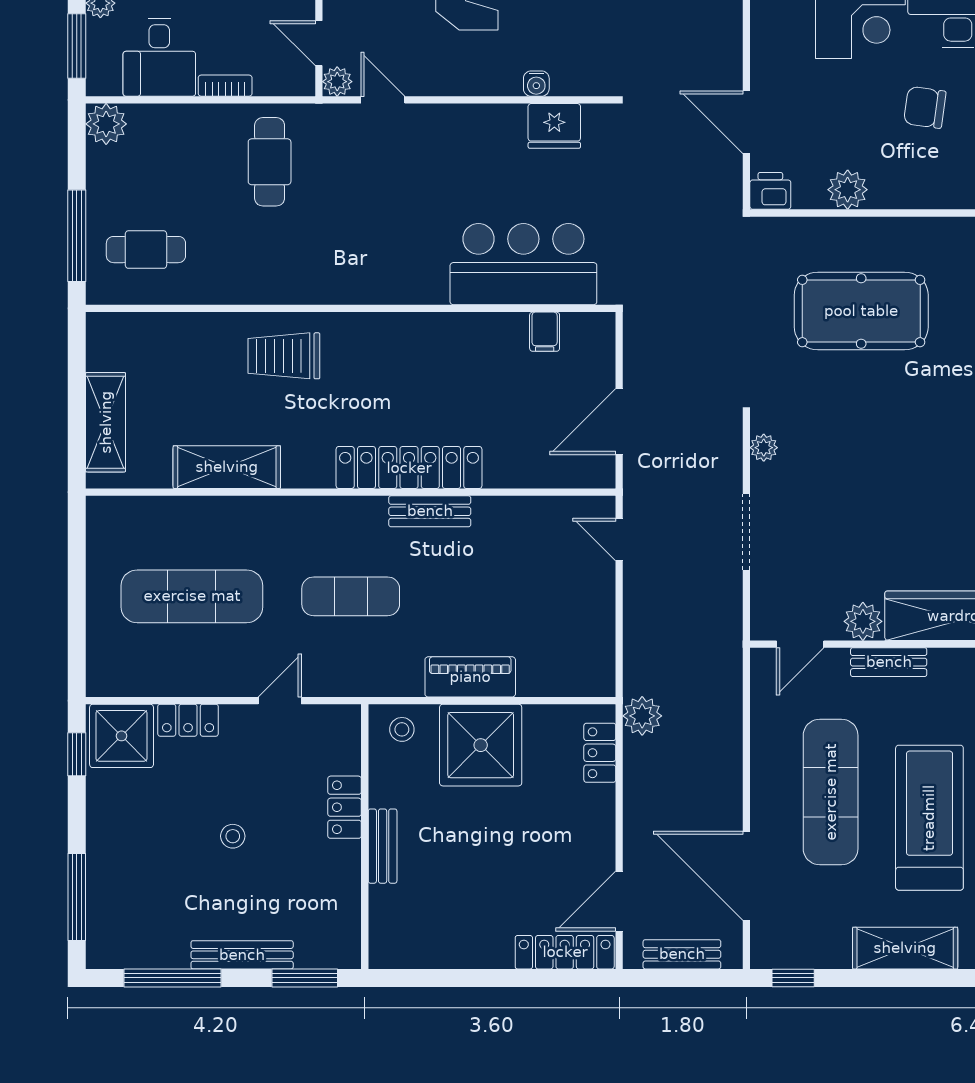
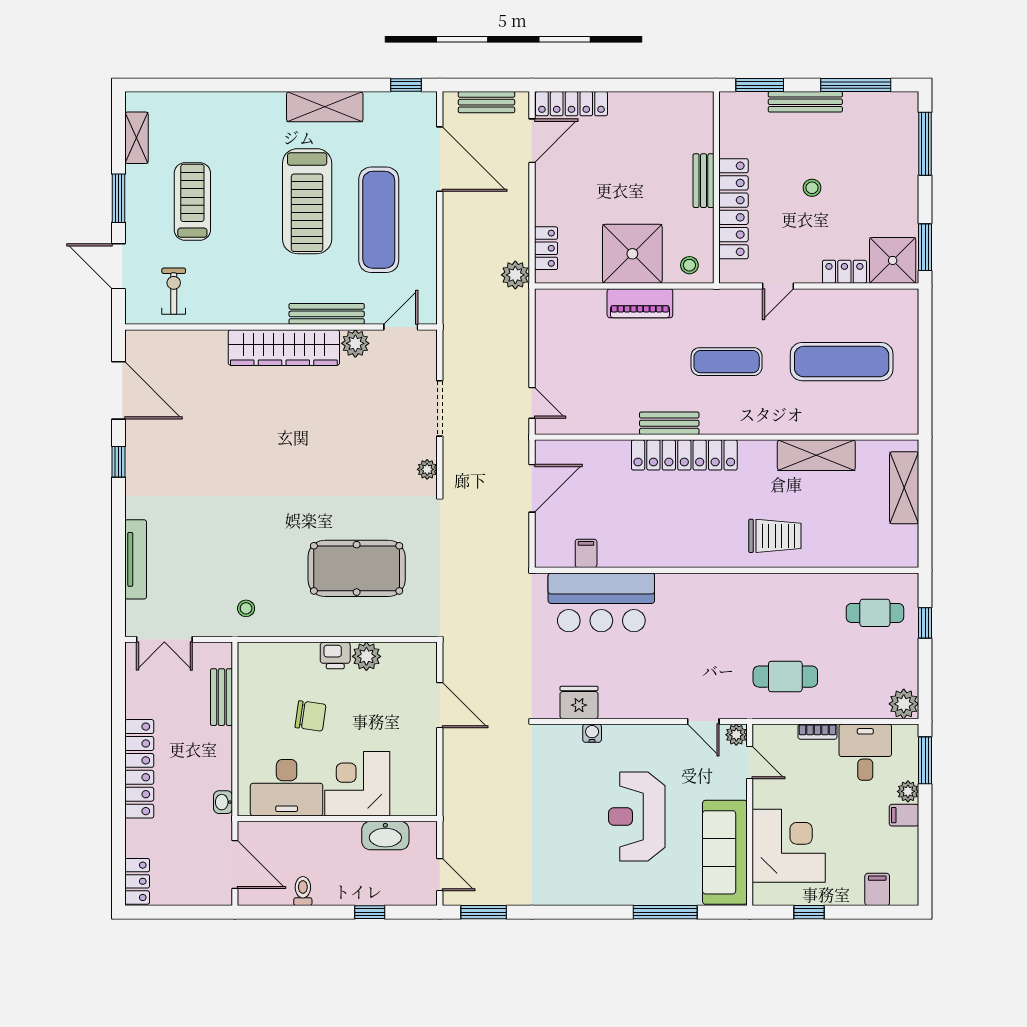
cafe table: (270, 162) -> (785, 677), turned 90
printer: (770, 191) -> (335, 655), moved
window: (77, 236) -> (925, 623), width x0.46
bench: (889, 662) -> (327, 314), width x1.36
window: (77, 754) -> (925, 247), width x1.50
locker: (345, 807) -> (733, 209), width x2.16, depth x1.21

